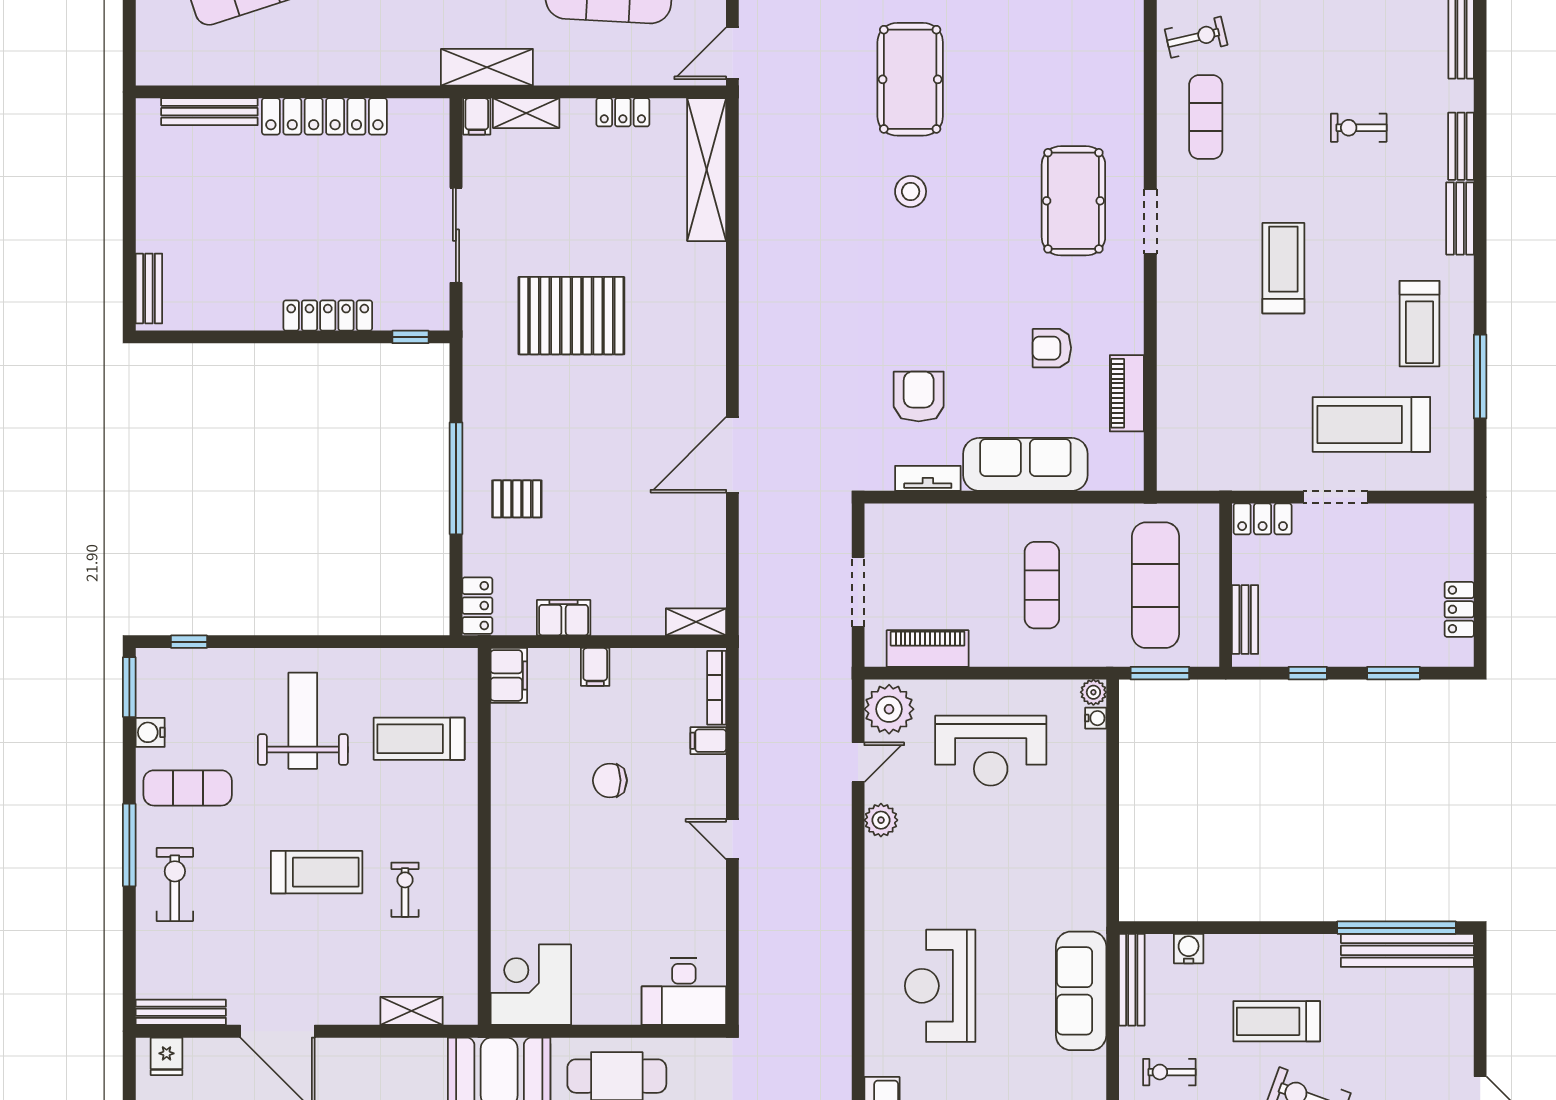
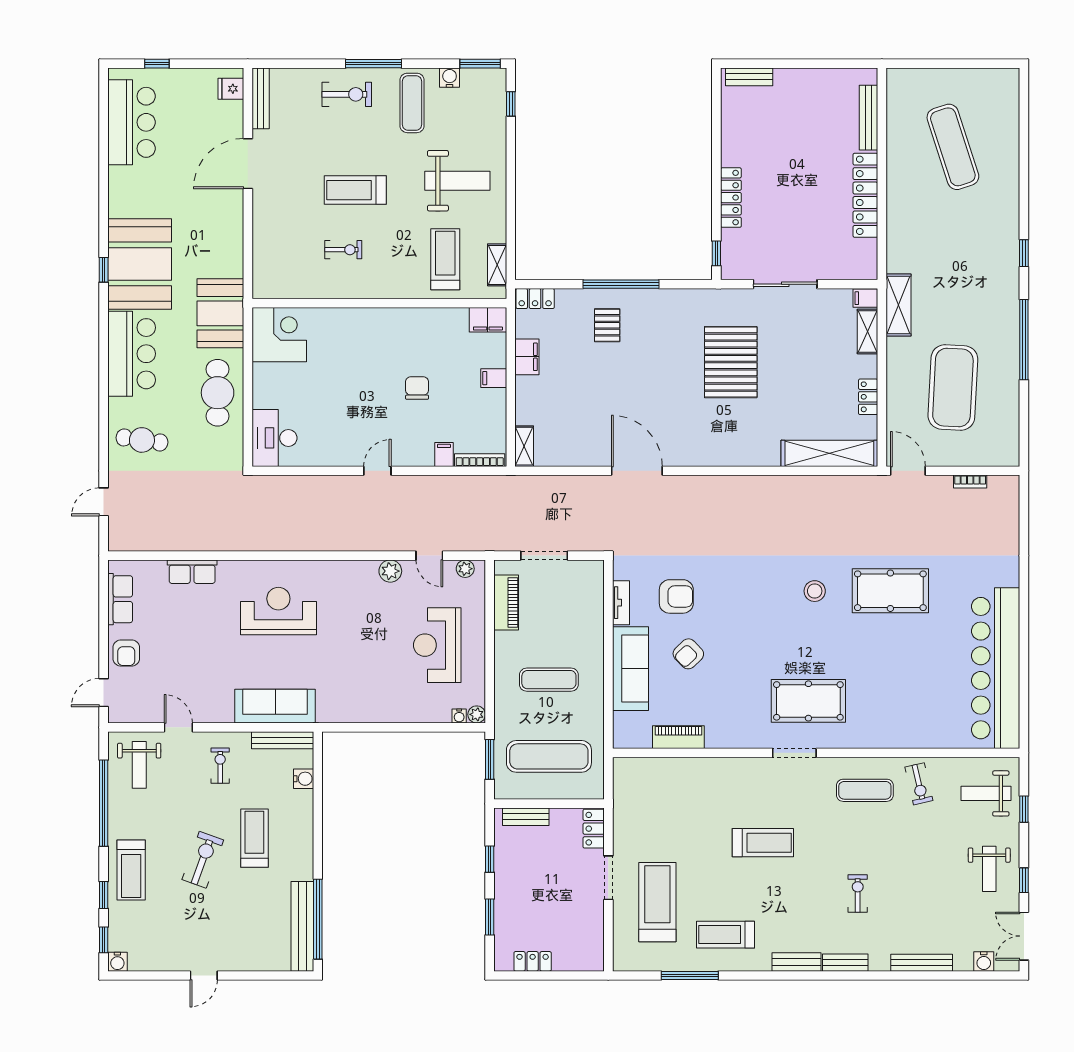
armchair: (1052, 348) -> (688, 654), moved, turned -134
plant: (889, 709) -> (465, 569), width x0.53, depth x0.53
treadmill: (317, 872) -> (355, 190), turned 90
shelving: (411, 1011) -> (497, 265), moved

